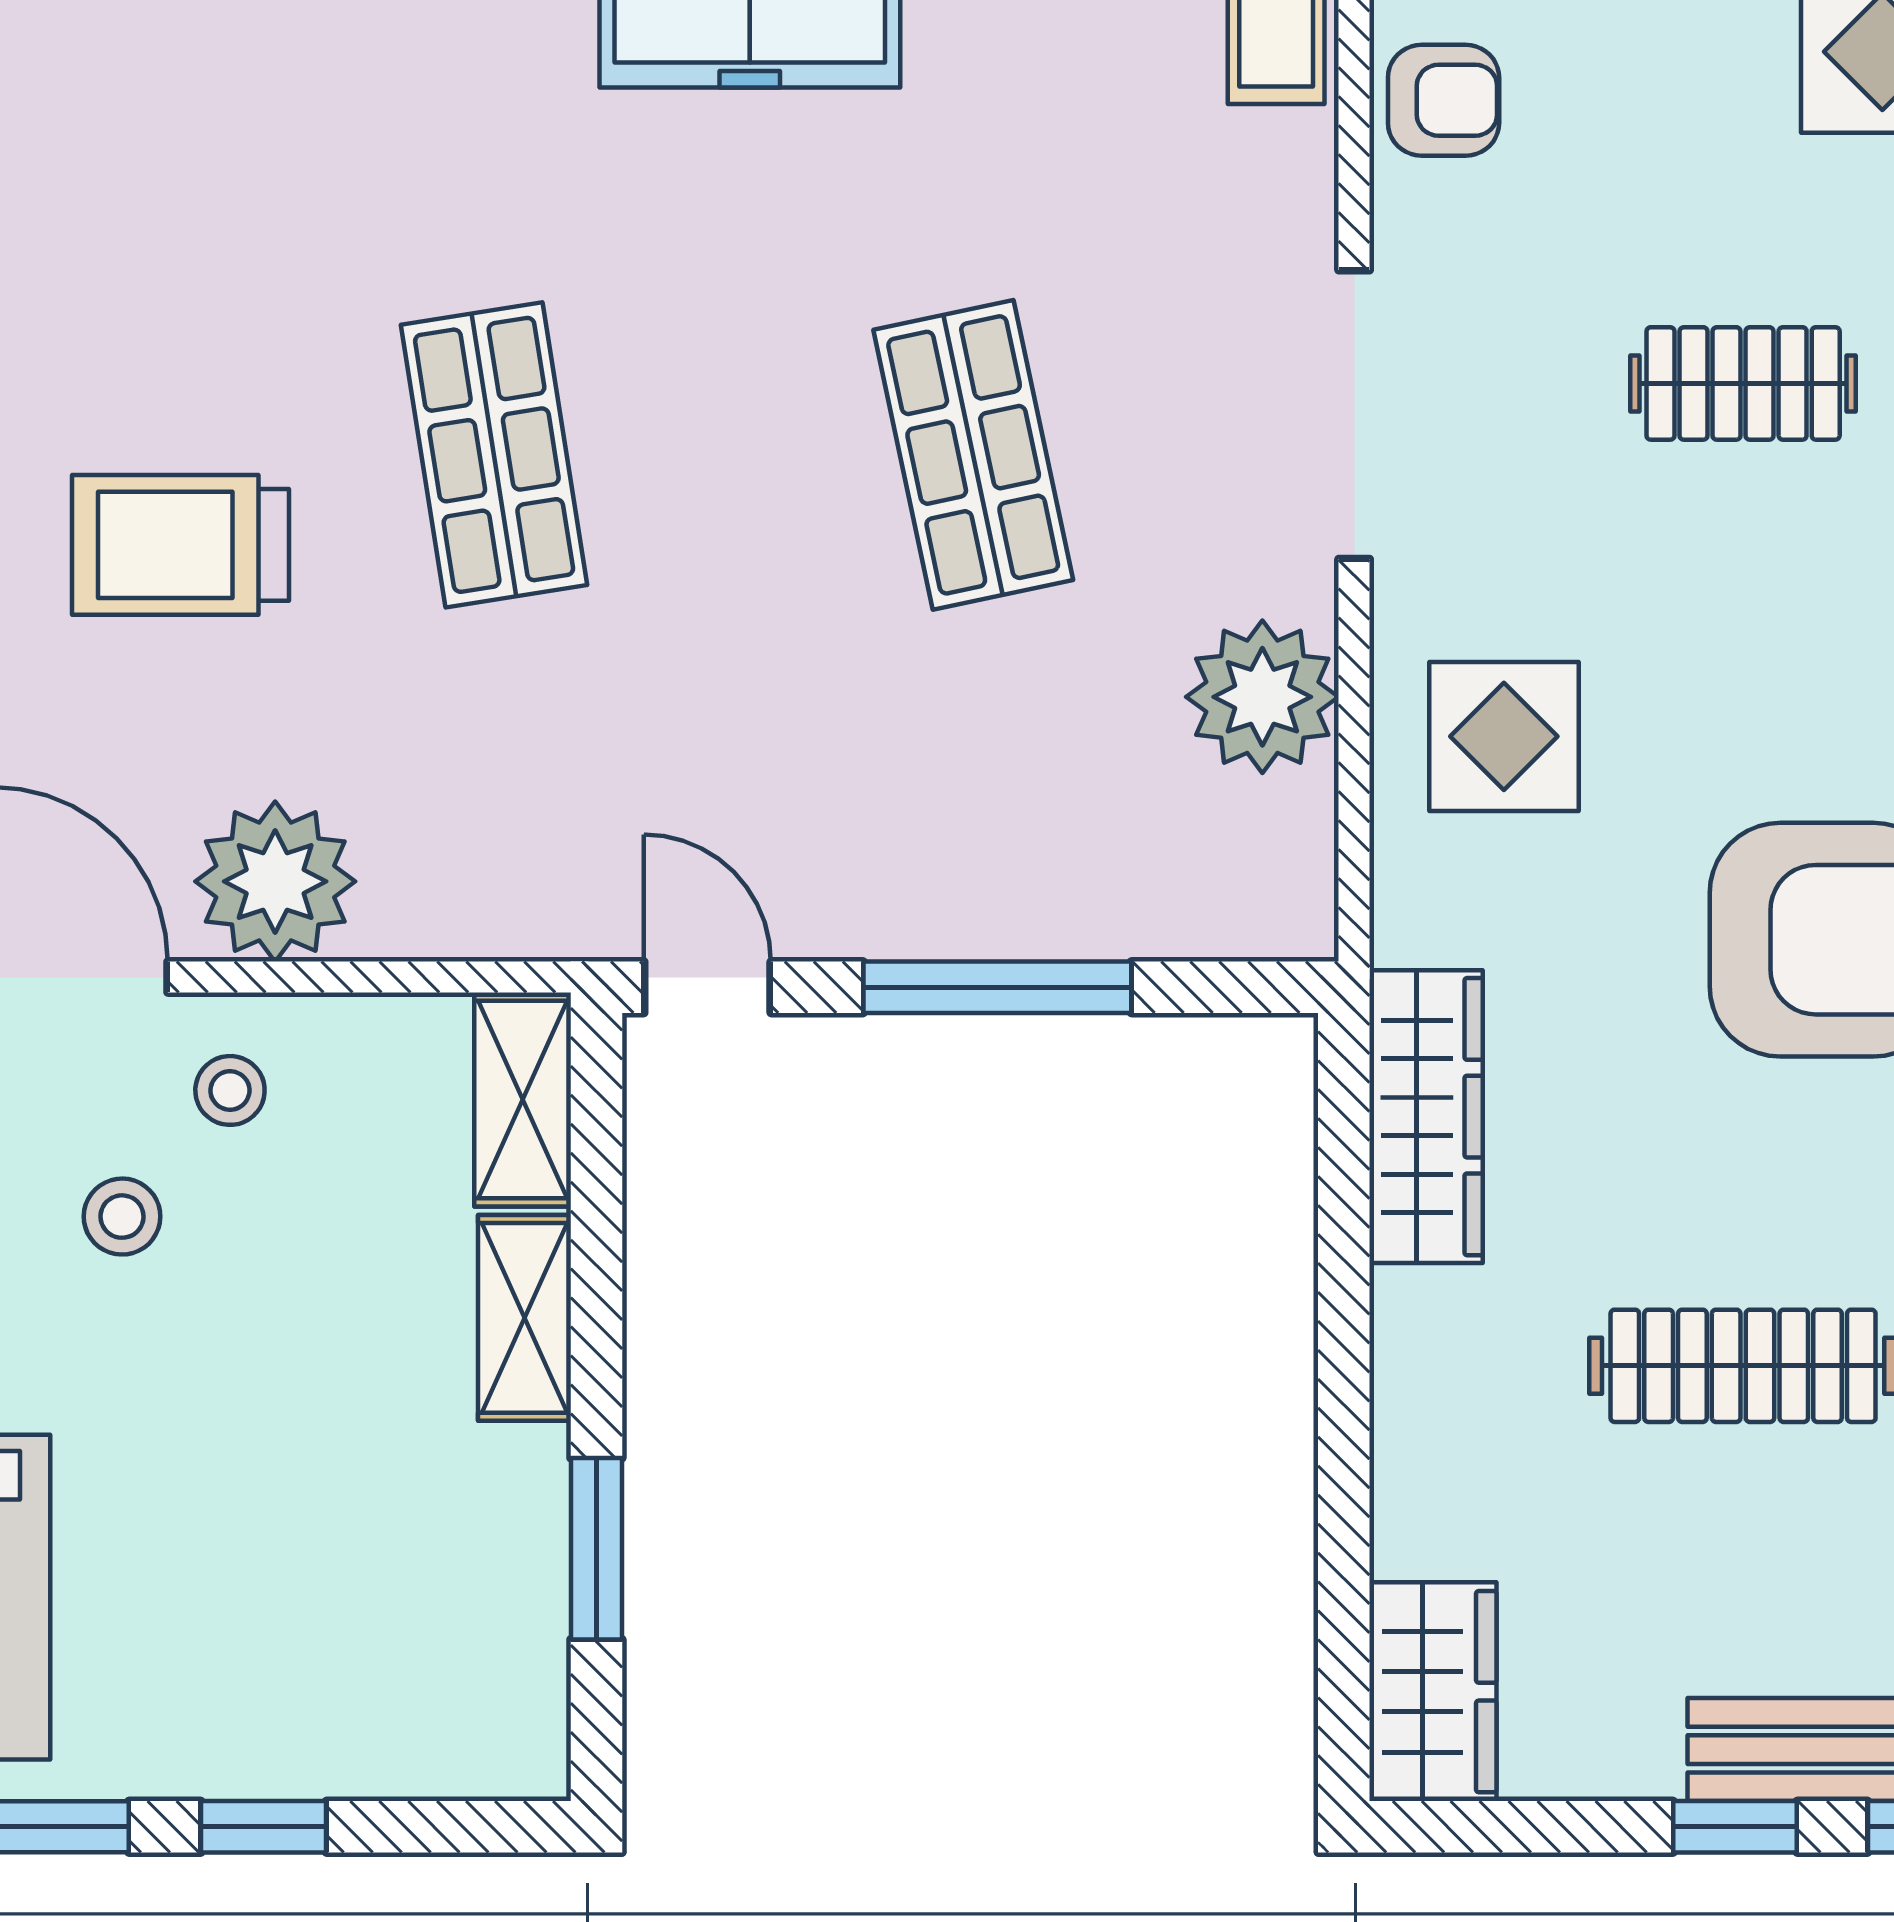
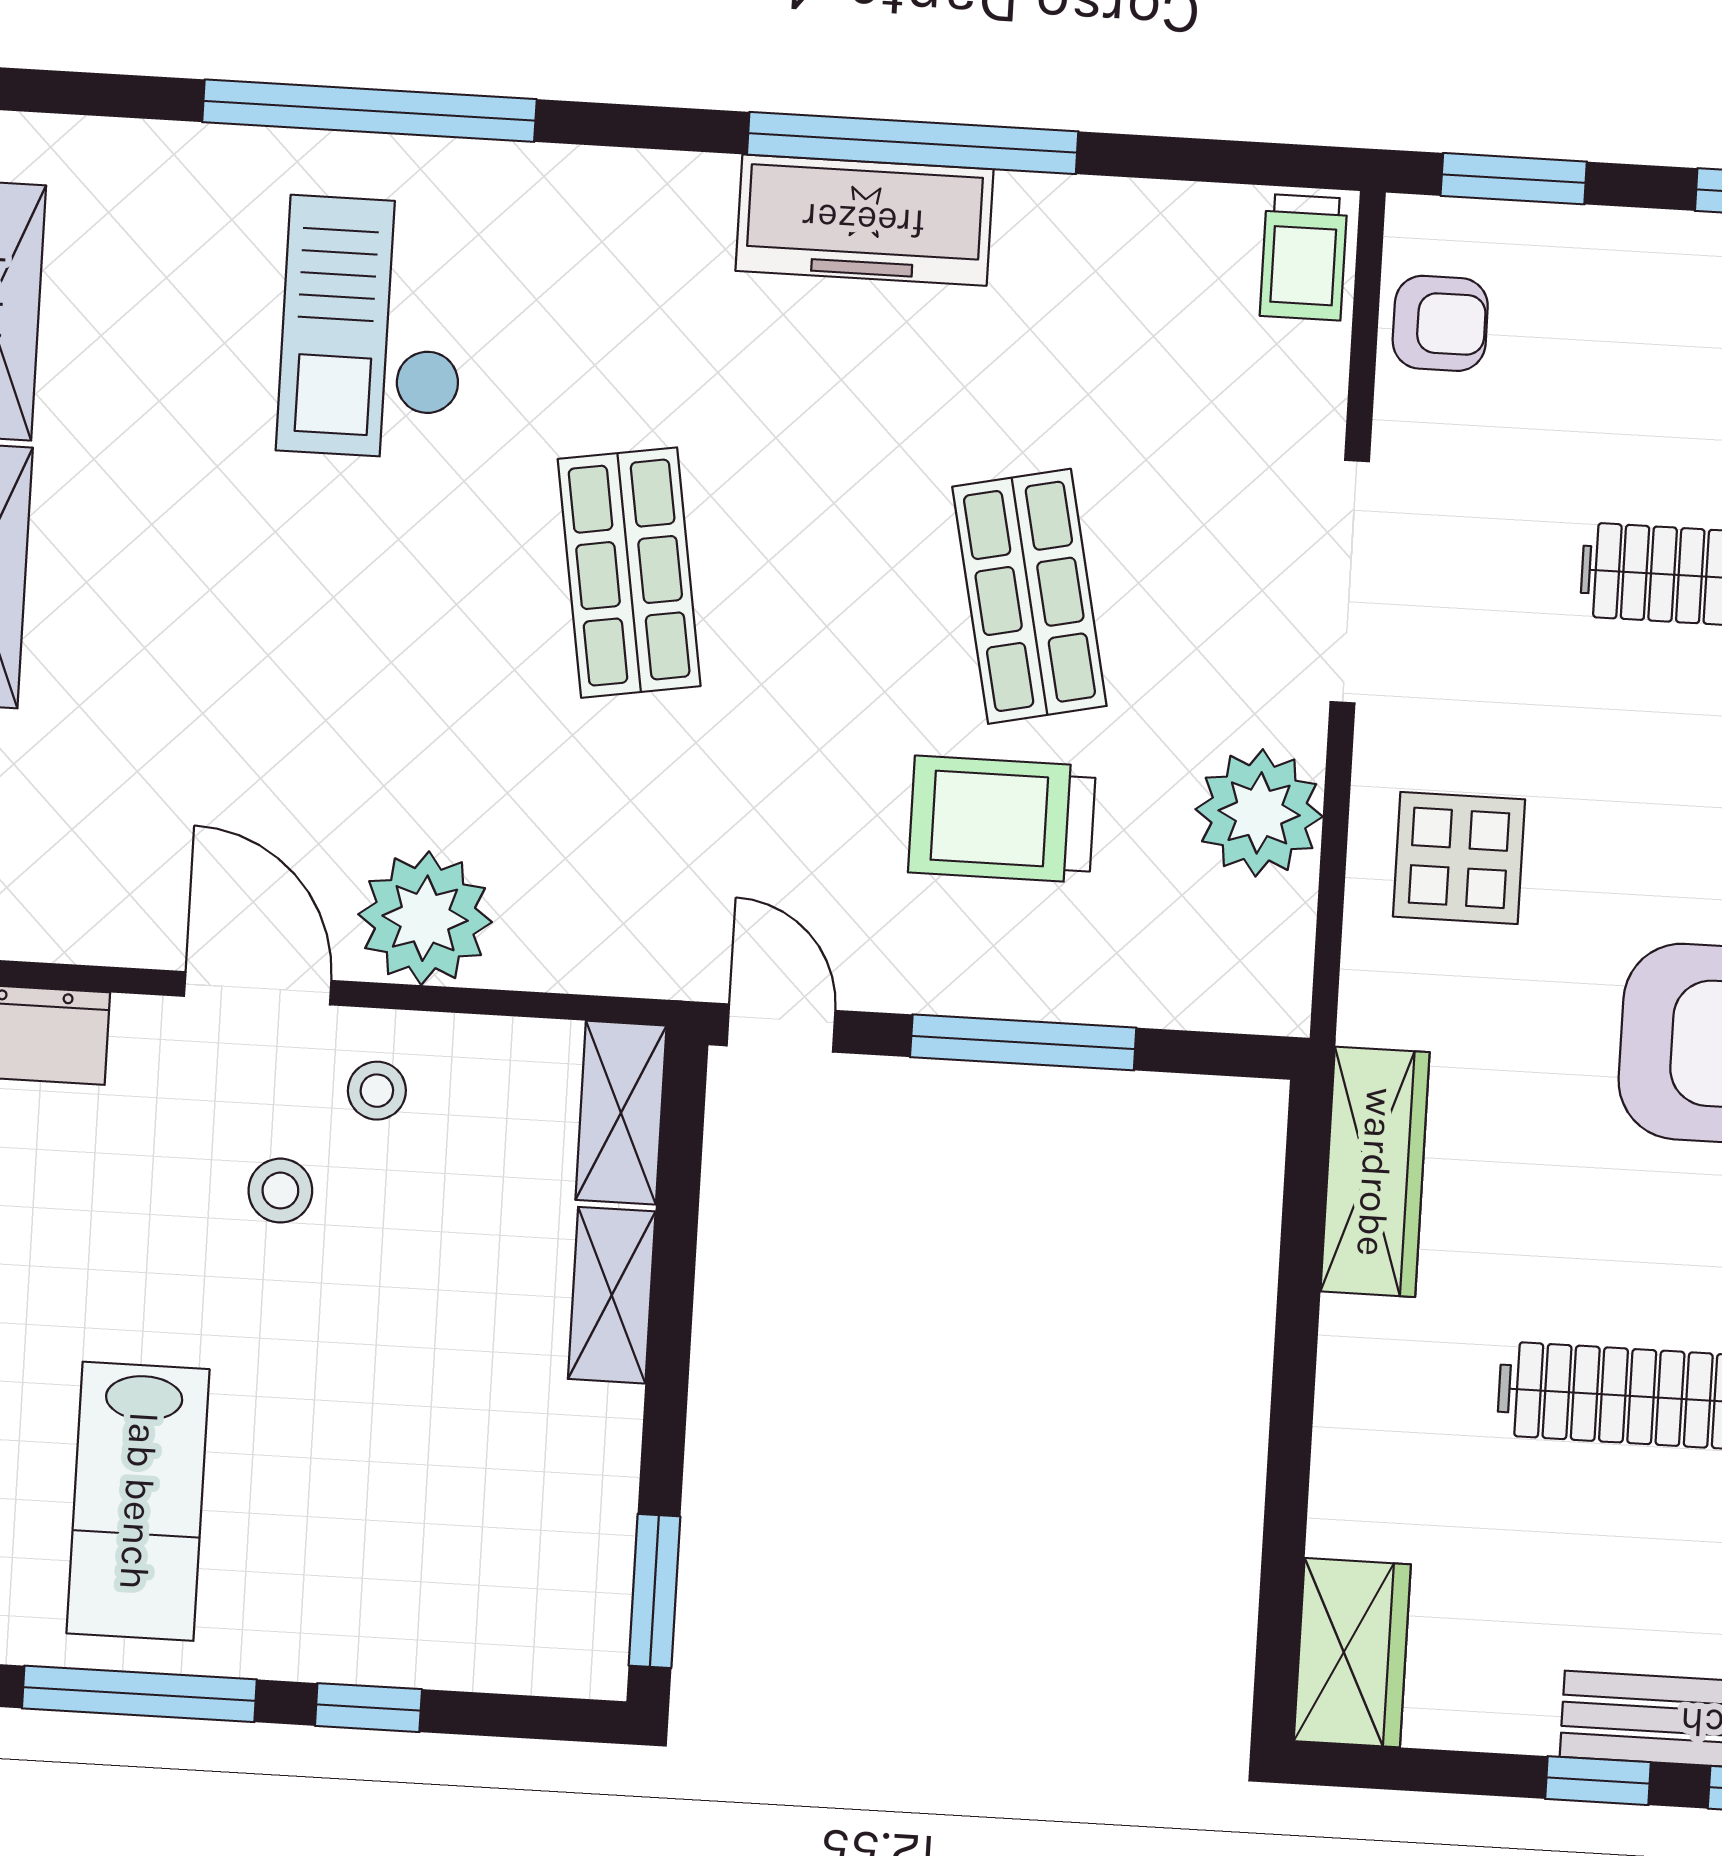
checkout: (171, 181) -> (373, 328), added
trolley: (180, 545) -> (1002, 819), moved
window: (596, 1549) -> (654, 1591), moved

